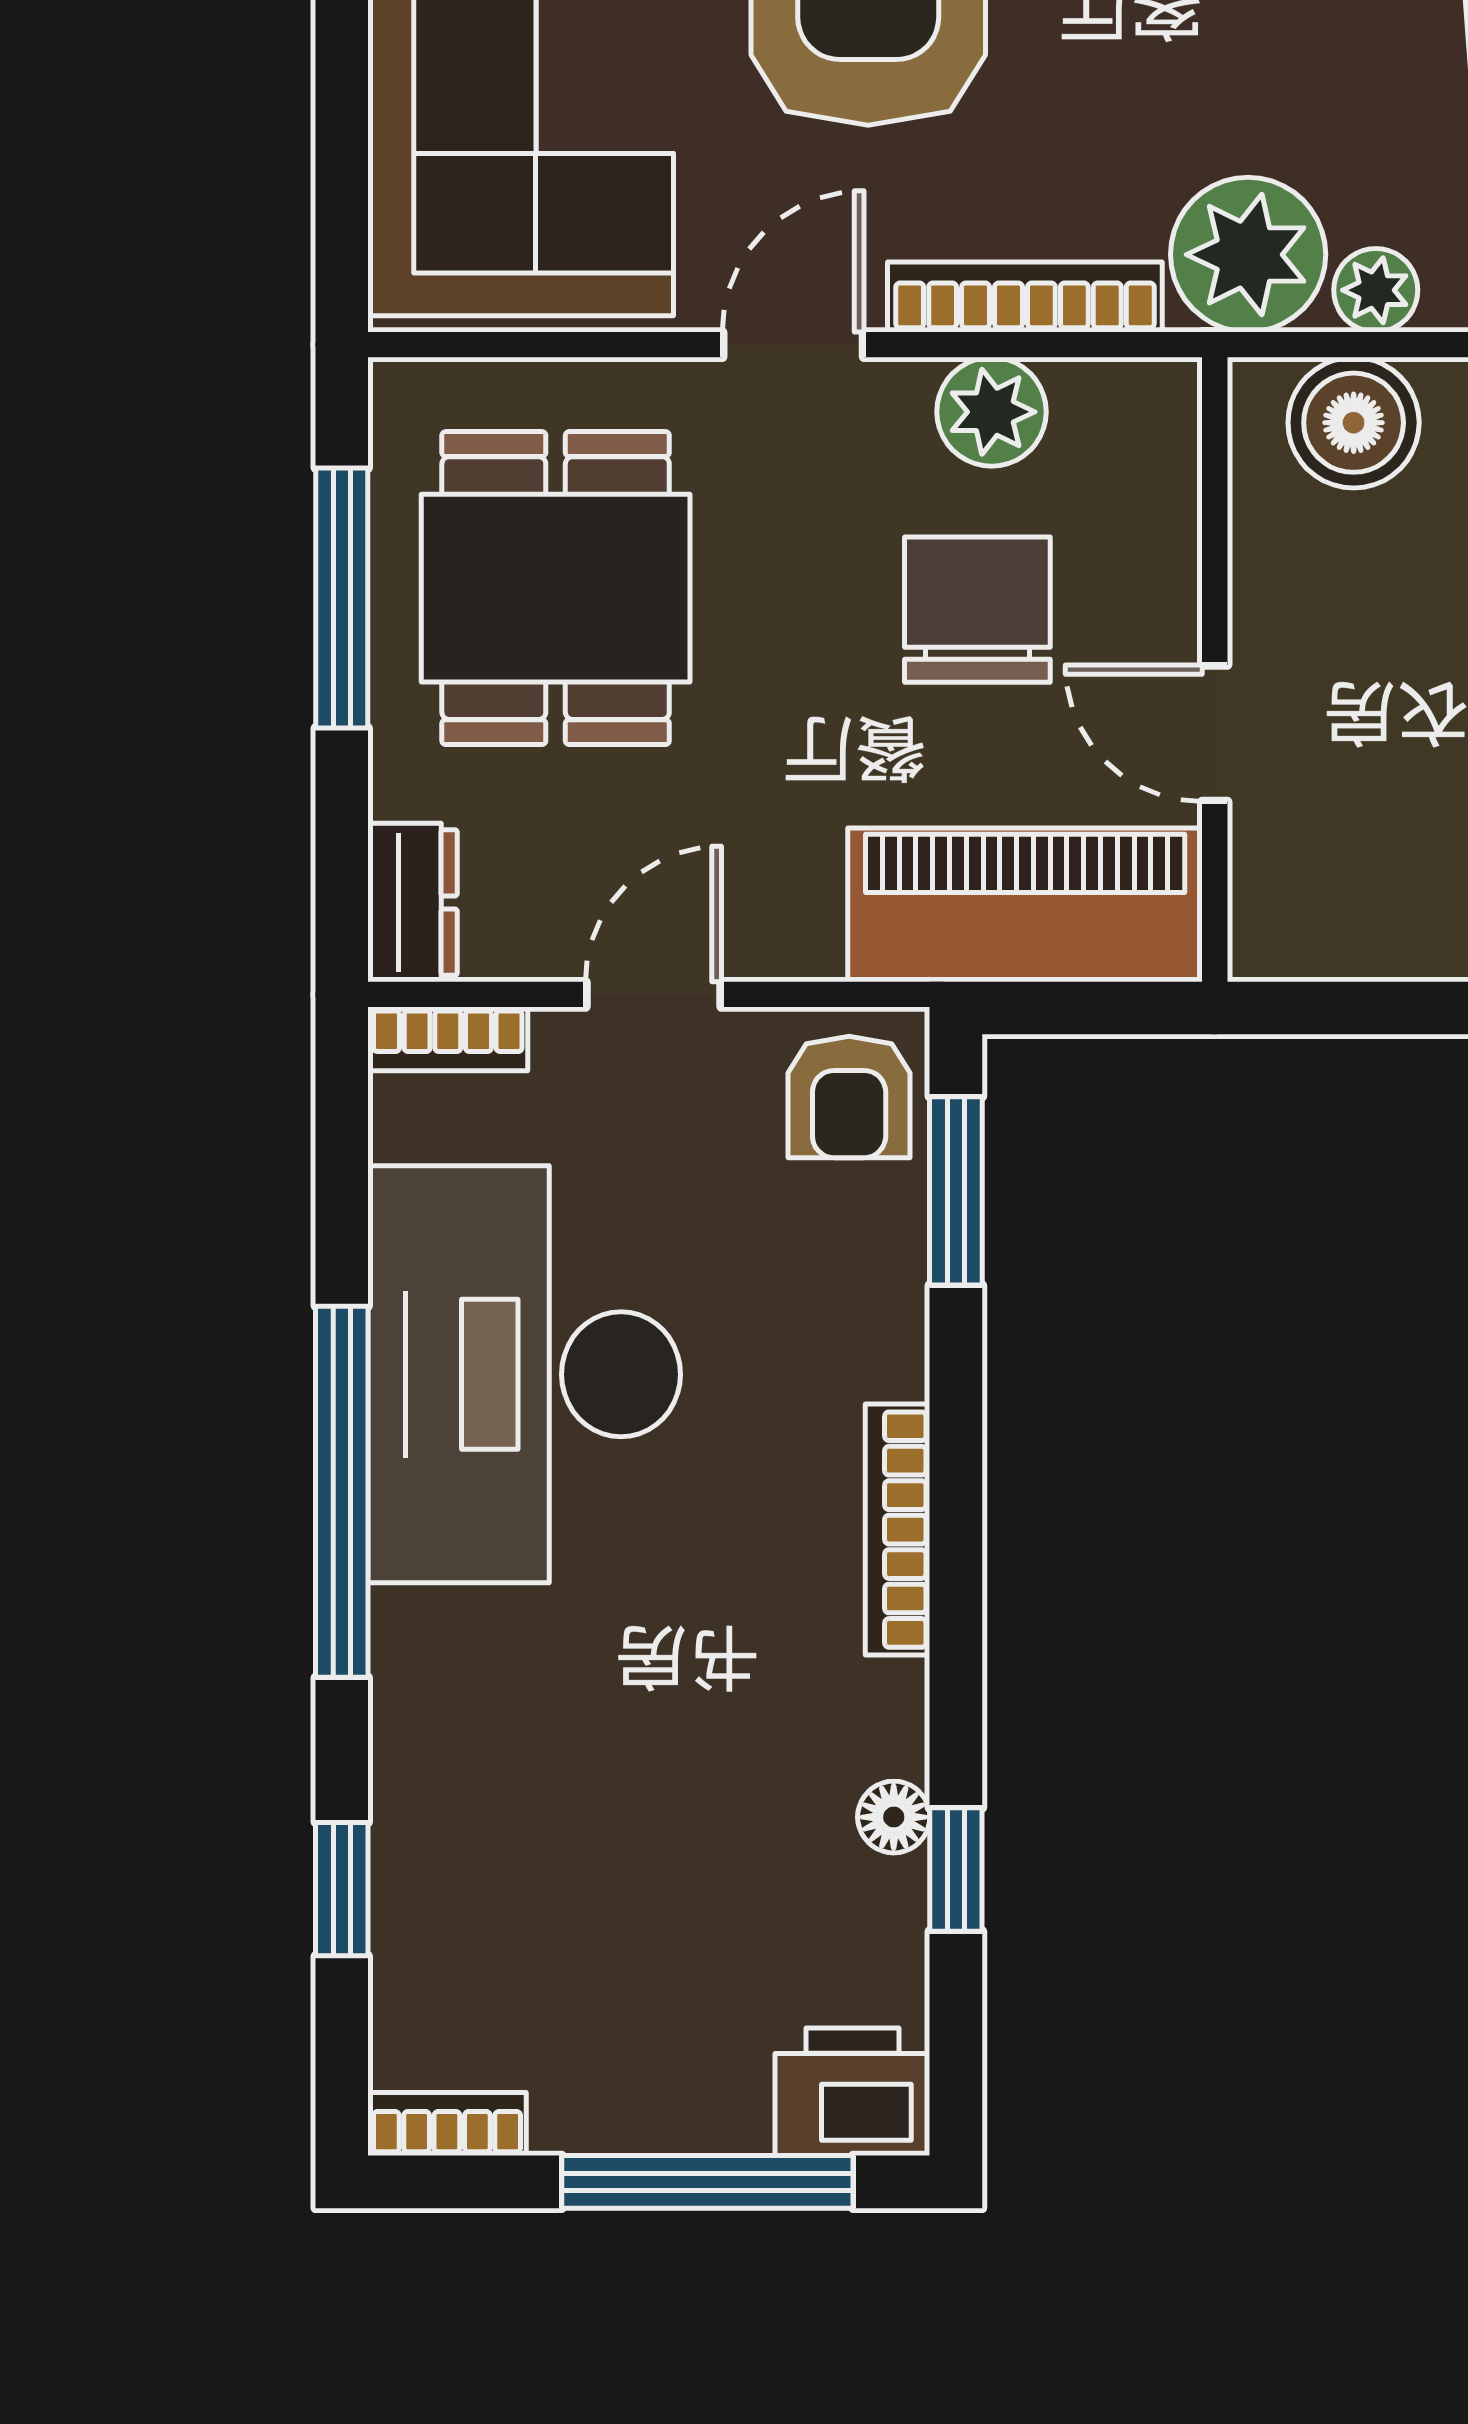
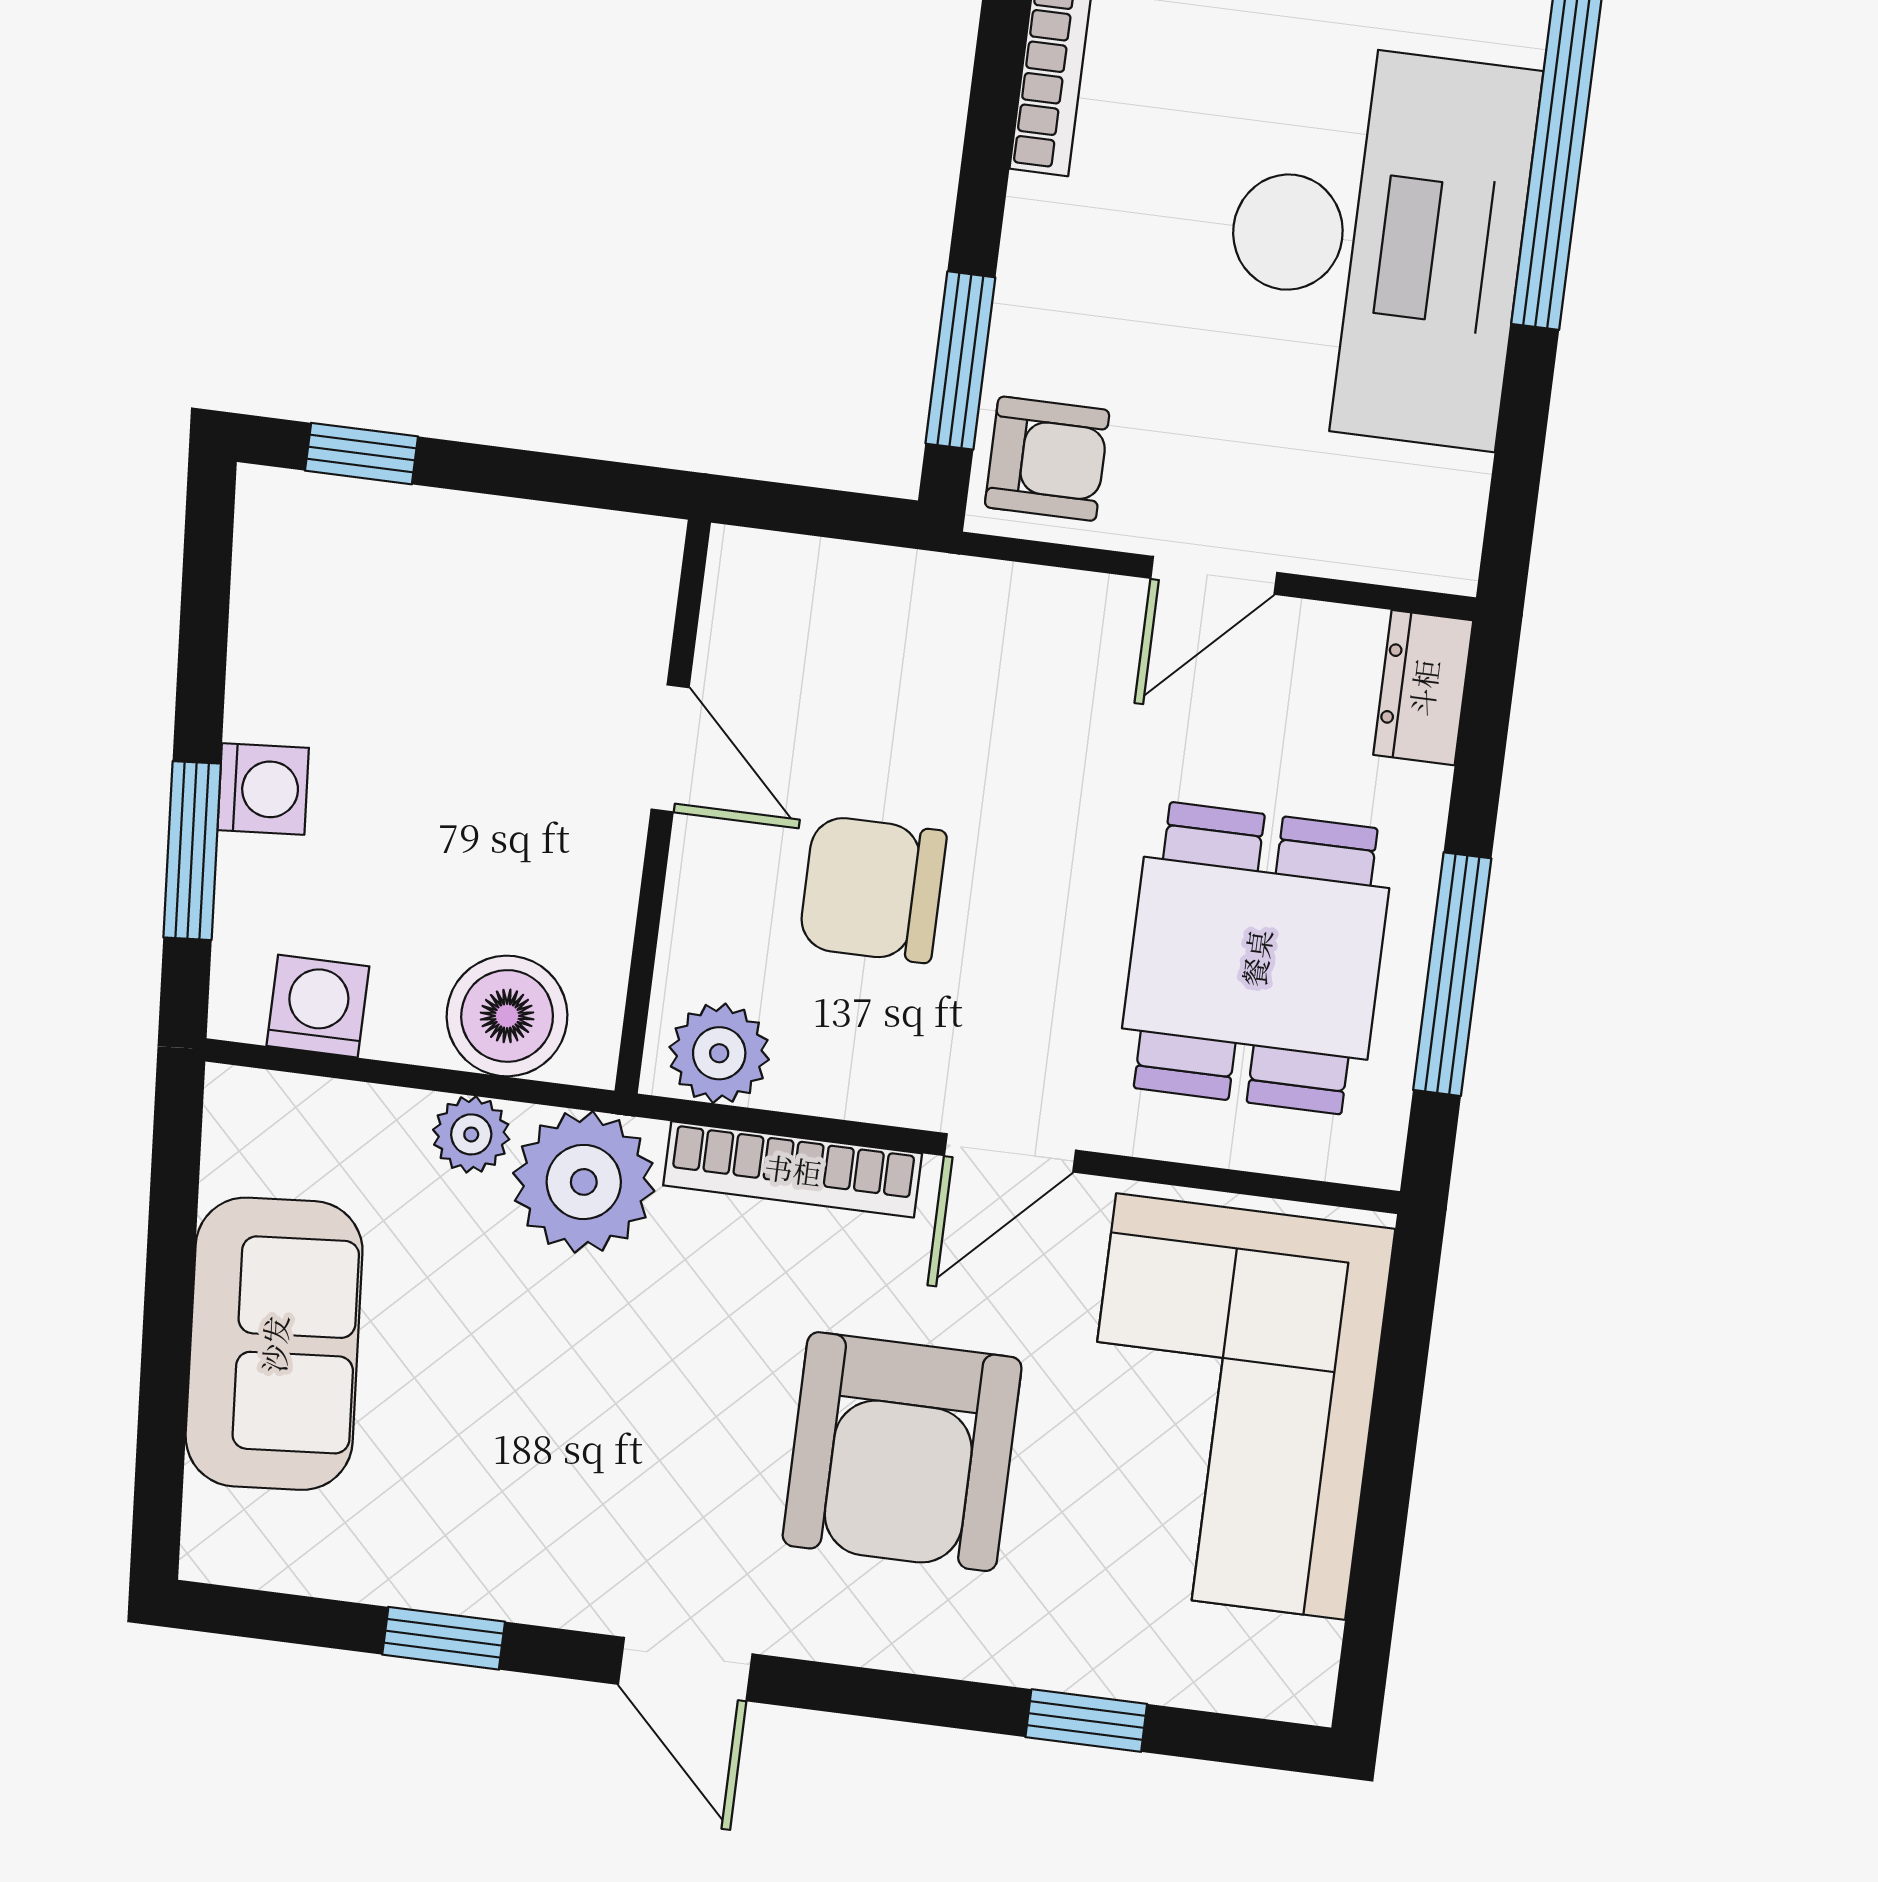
plant: (992, 412) -> (719, 1053), moved
chair: (977, 610) -> (873, 889), turned 90
piano: (1025, 905) -> (864, 614), removed
bookcase: (448, 1039) -> (1407, 559), removed
armchair: (849, 1097) -> (1047, 459), turned 90

